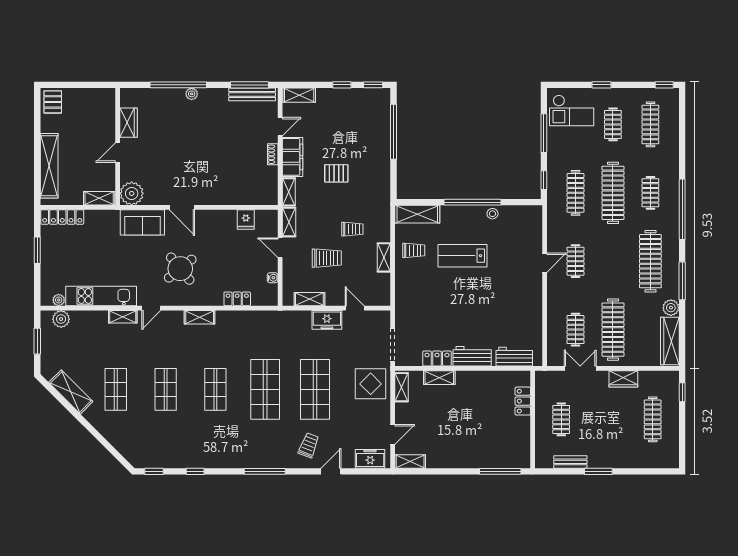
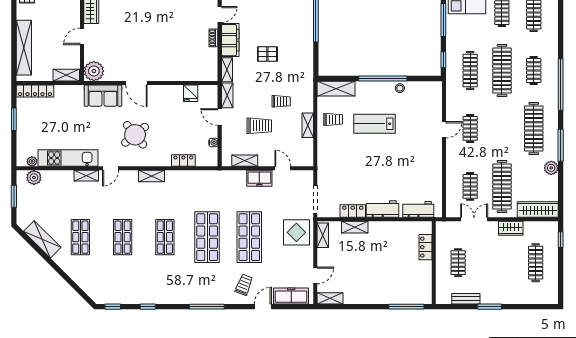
wardrobe: (670, 341) -> (538, 210), moved, turned 90
freezer: (370, 459) -> (291, 296), width x1.40

